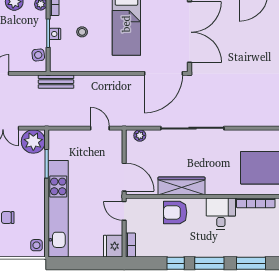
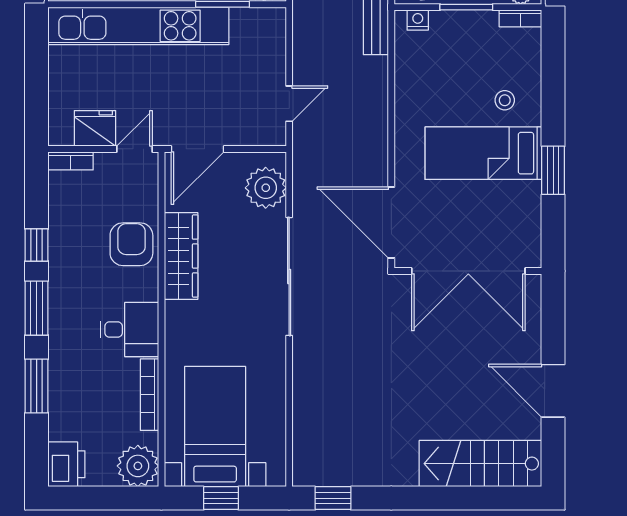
stool: (82, 32) -> (505, 100), moved
nightstand: (55, 34) -> (418, 20), moved
plant: (140, 135) -> (266, 188), width x1.88, depth x1.88
fridge: (113, 246) -> (95, 128), moved

